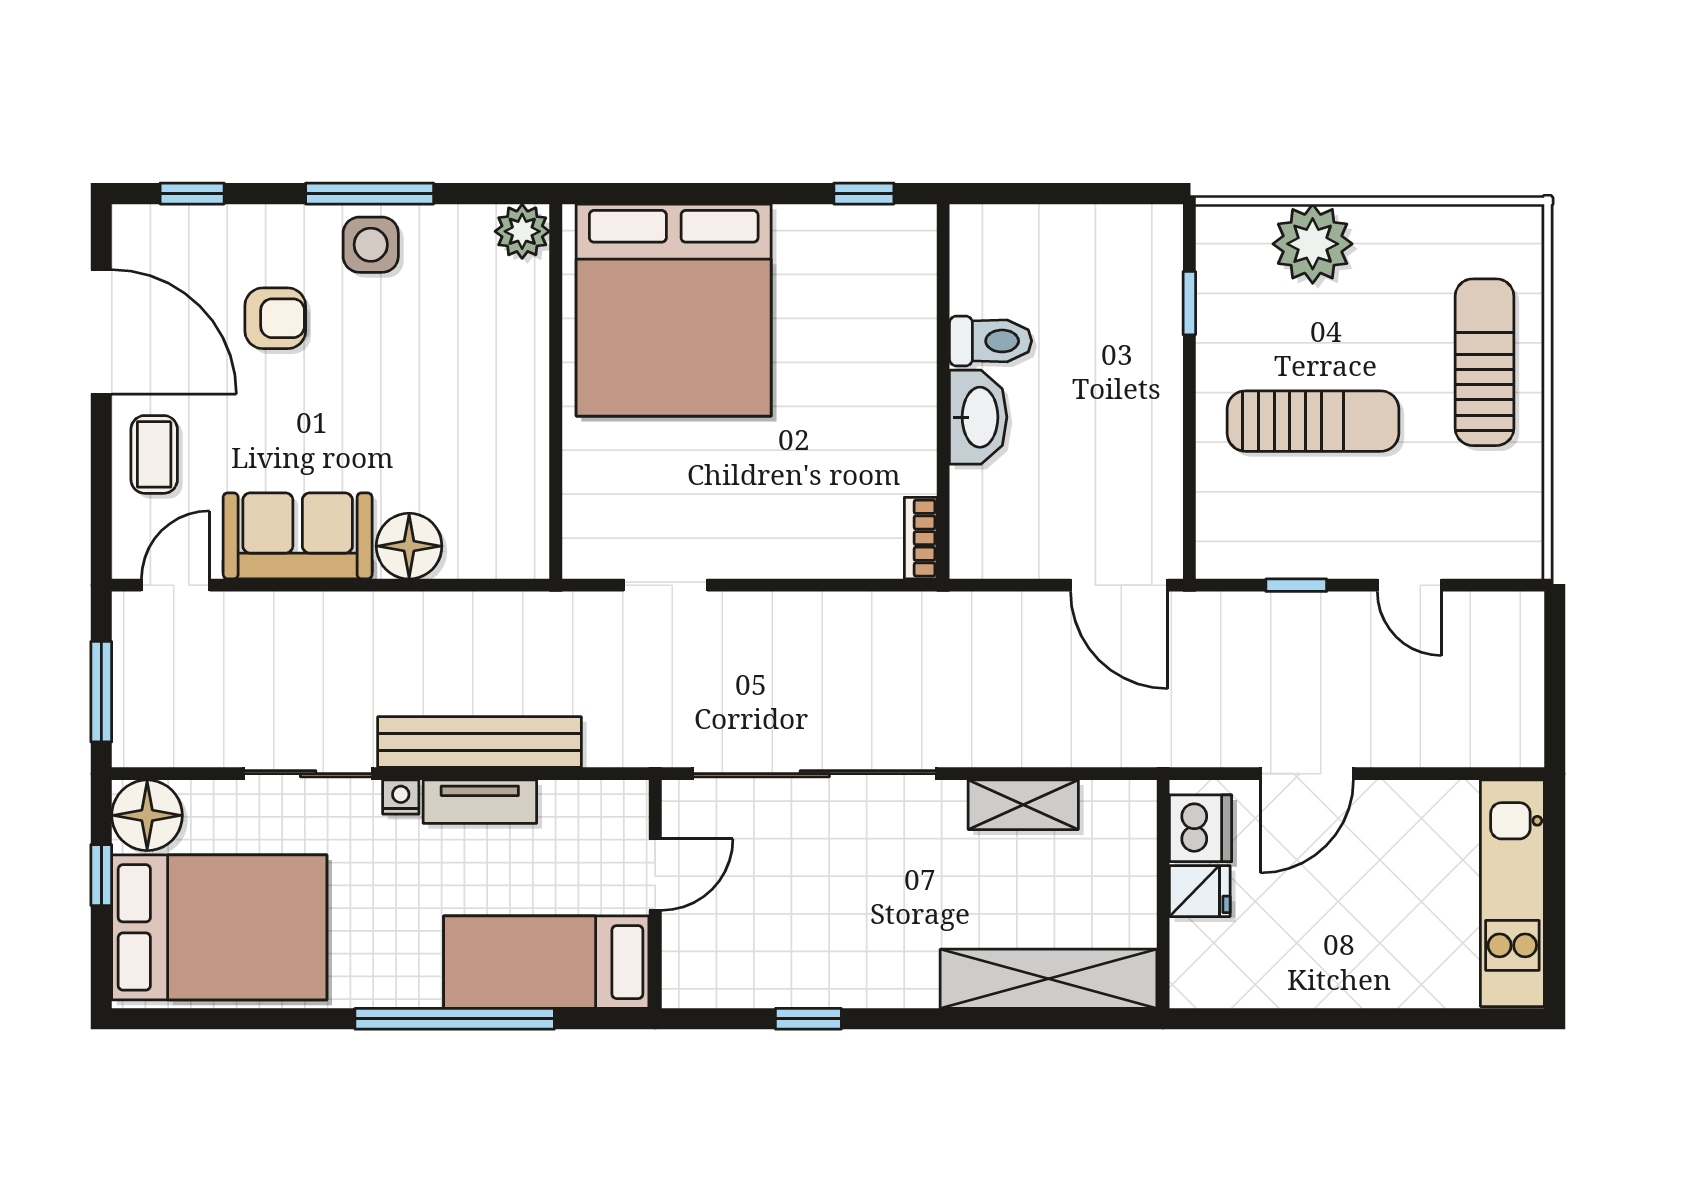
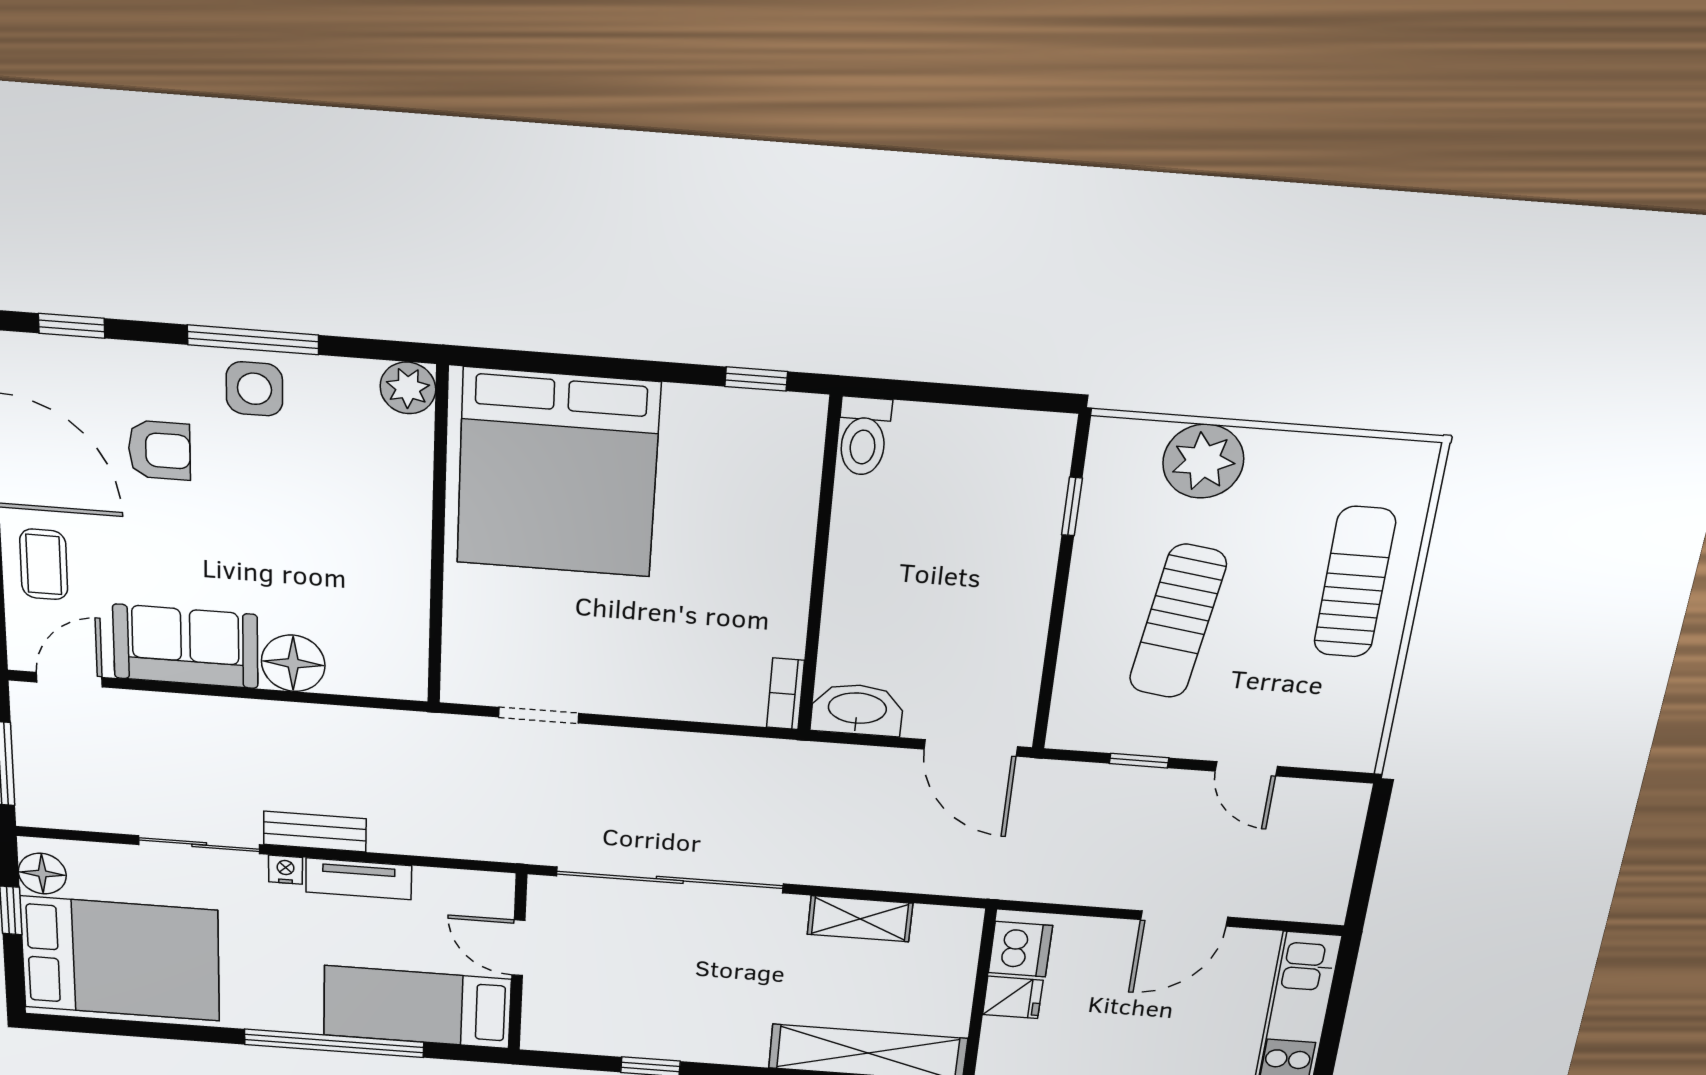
toilet: (991, 341) -> (864, 436), moved, turned 90
washbasin: (978, 417) -> (857, 710), moved, turned -90
sun lounger: (1313, 421) -> (1178, 621), turned 98
bench: (480, 742) -> (315, 832), width x0.54, depth x0.82
door: (1307, 774) -> (1184, 918), moved
floor lamp: (147, 815) -> (42, 874), width x0.73, depth x0.73
door: (655, 875) -> (518, 948), swing flipped

